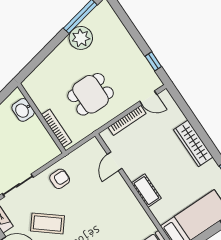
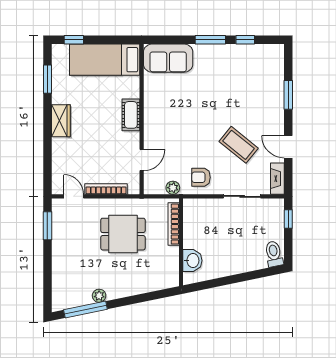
plant: (81, 38) -> (99, 296), width x0.53, depth x0.53
window: (153, 61) -> (47, 226), width x1.50
wardrobe: (193, 143) -> (61, 121), width x0.67
plant: (76, 156) -> (173, 188), added

